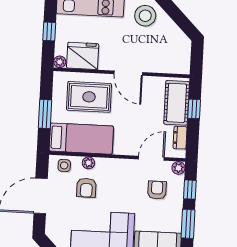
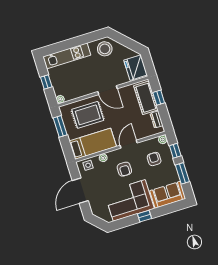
fridge: (83, 56) -> (136, 68), moved, turned -90
window: (45, 114) -> (60, 126), moved
door: (151, 158) -> (129, 144), moved
armchair: (86, 188) -> (124, 169), moved

